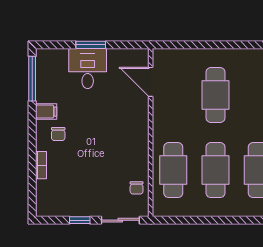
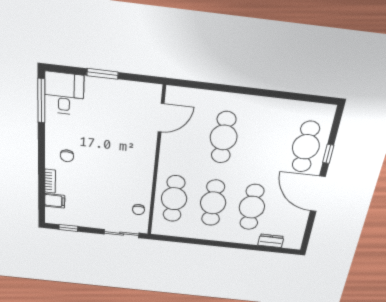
desk: (88, 69) -> (64, 93), moved
door: (151, 82) -> (161, 118), swing flipped
filing cabinet: (46, 112) -> (55, 201), moved
window: (80, 220) -> (68, 228), moved

